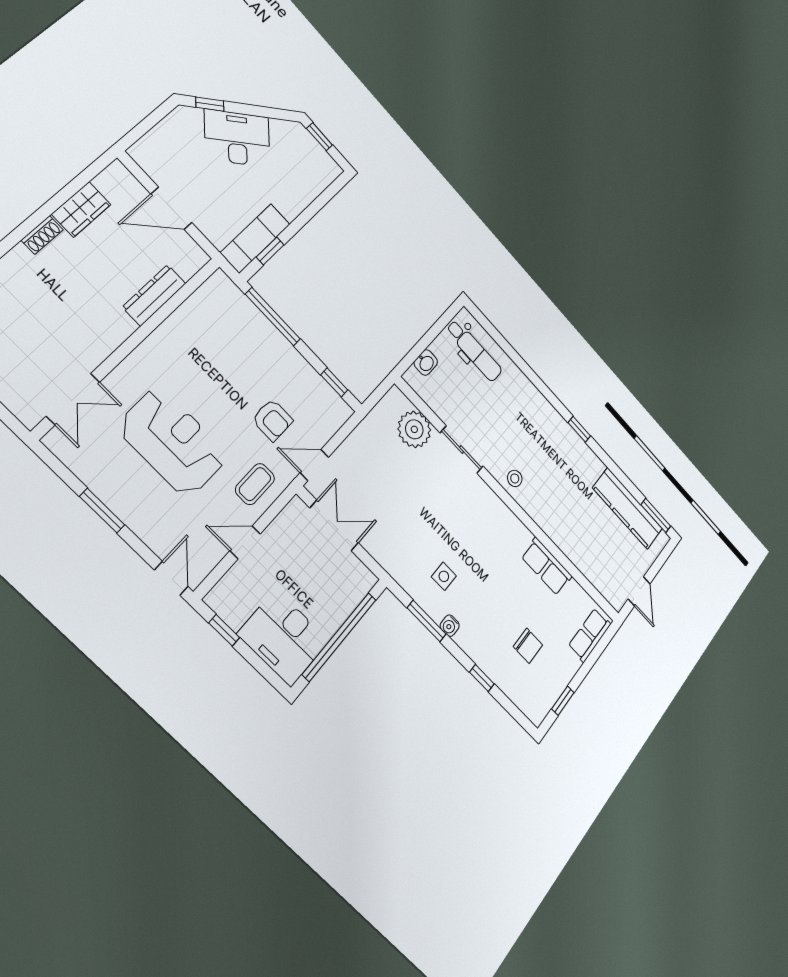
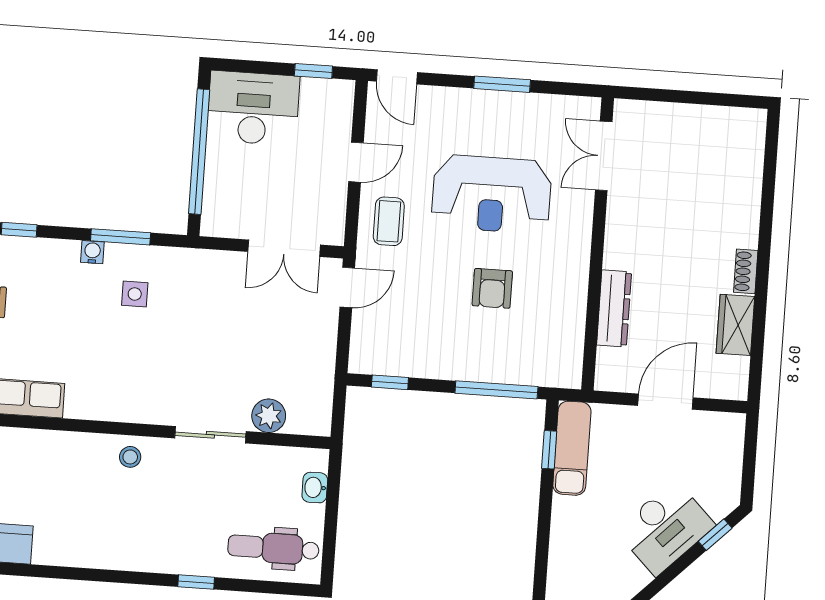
armchair: (272, 420) -> (492, 288), moved, turned -90
plant: (414, 429) -> (269, 416), width x0.73, depth x0.73
window: (579, 429) -> (196, 582), moved

